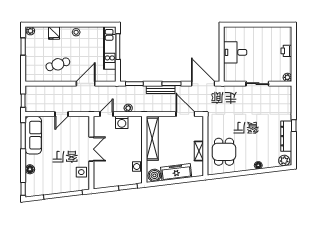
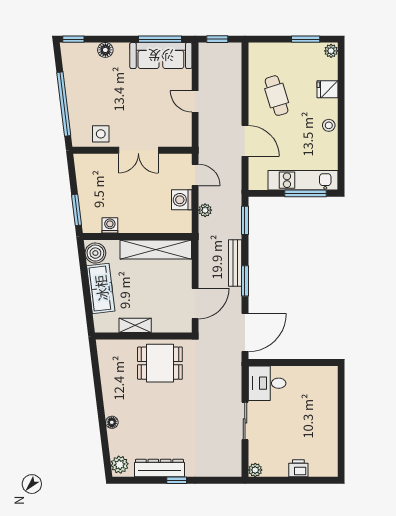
desk: (235, 52) -> (267, 383), moved, turned -90
dining table: (224, 152) -> (160, 363), moved

